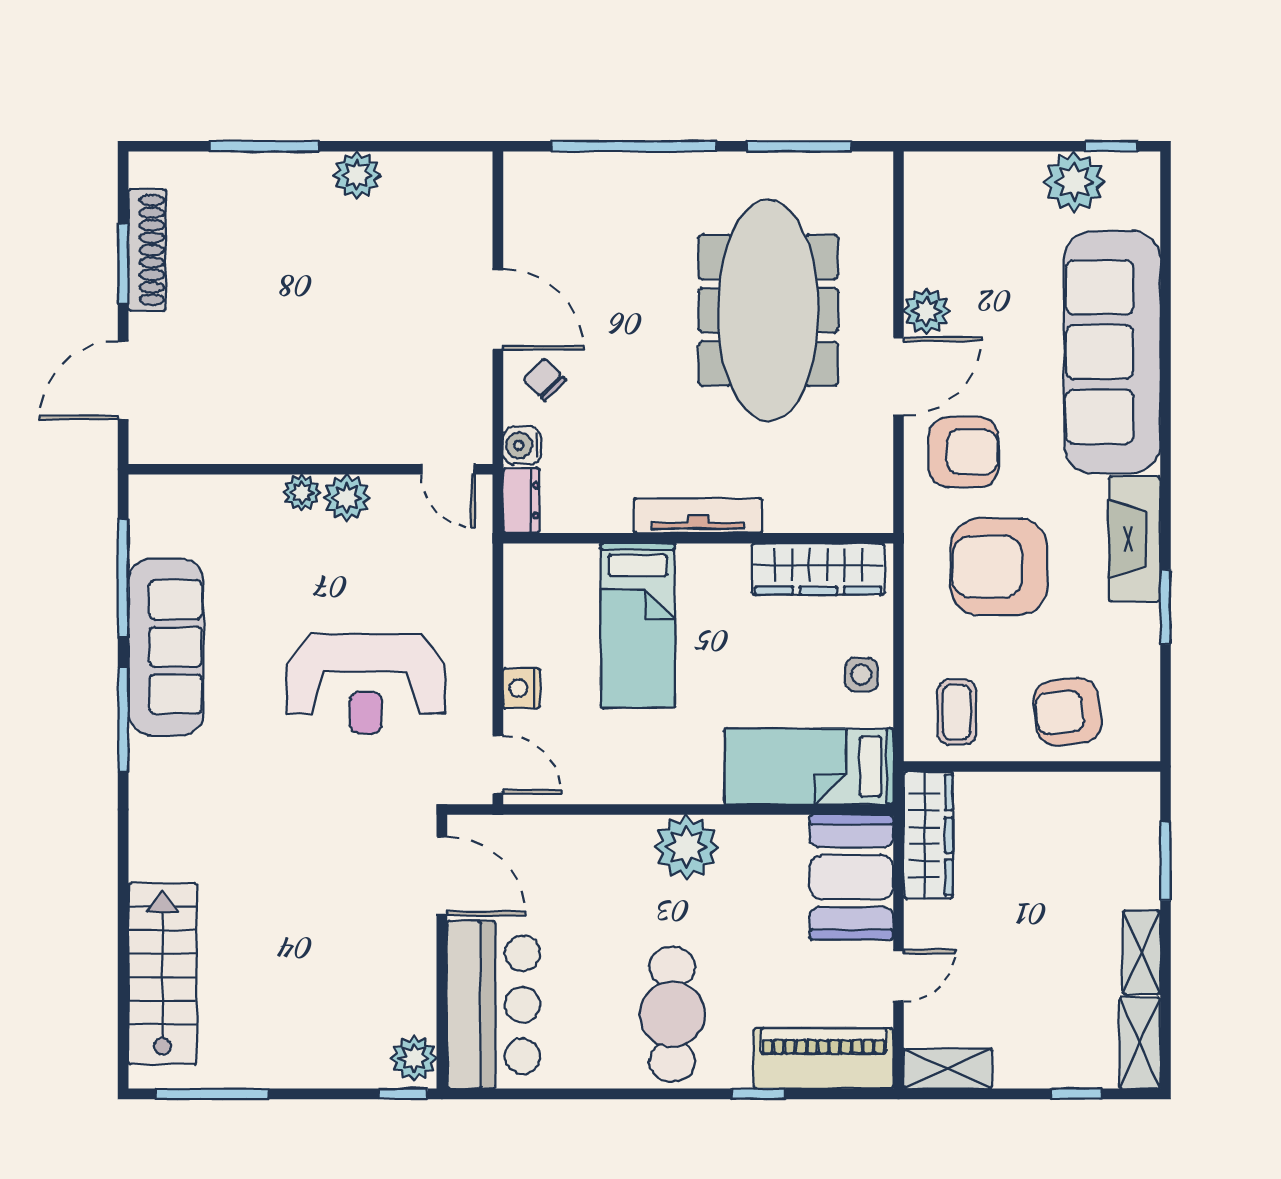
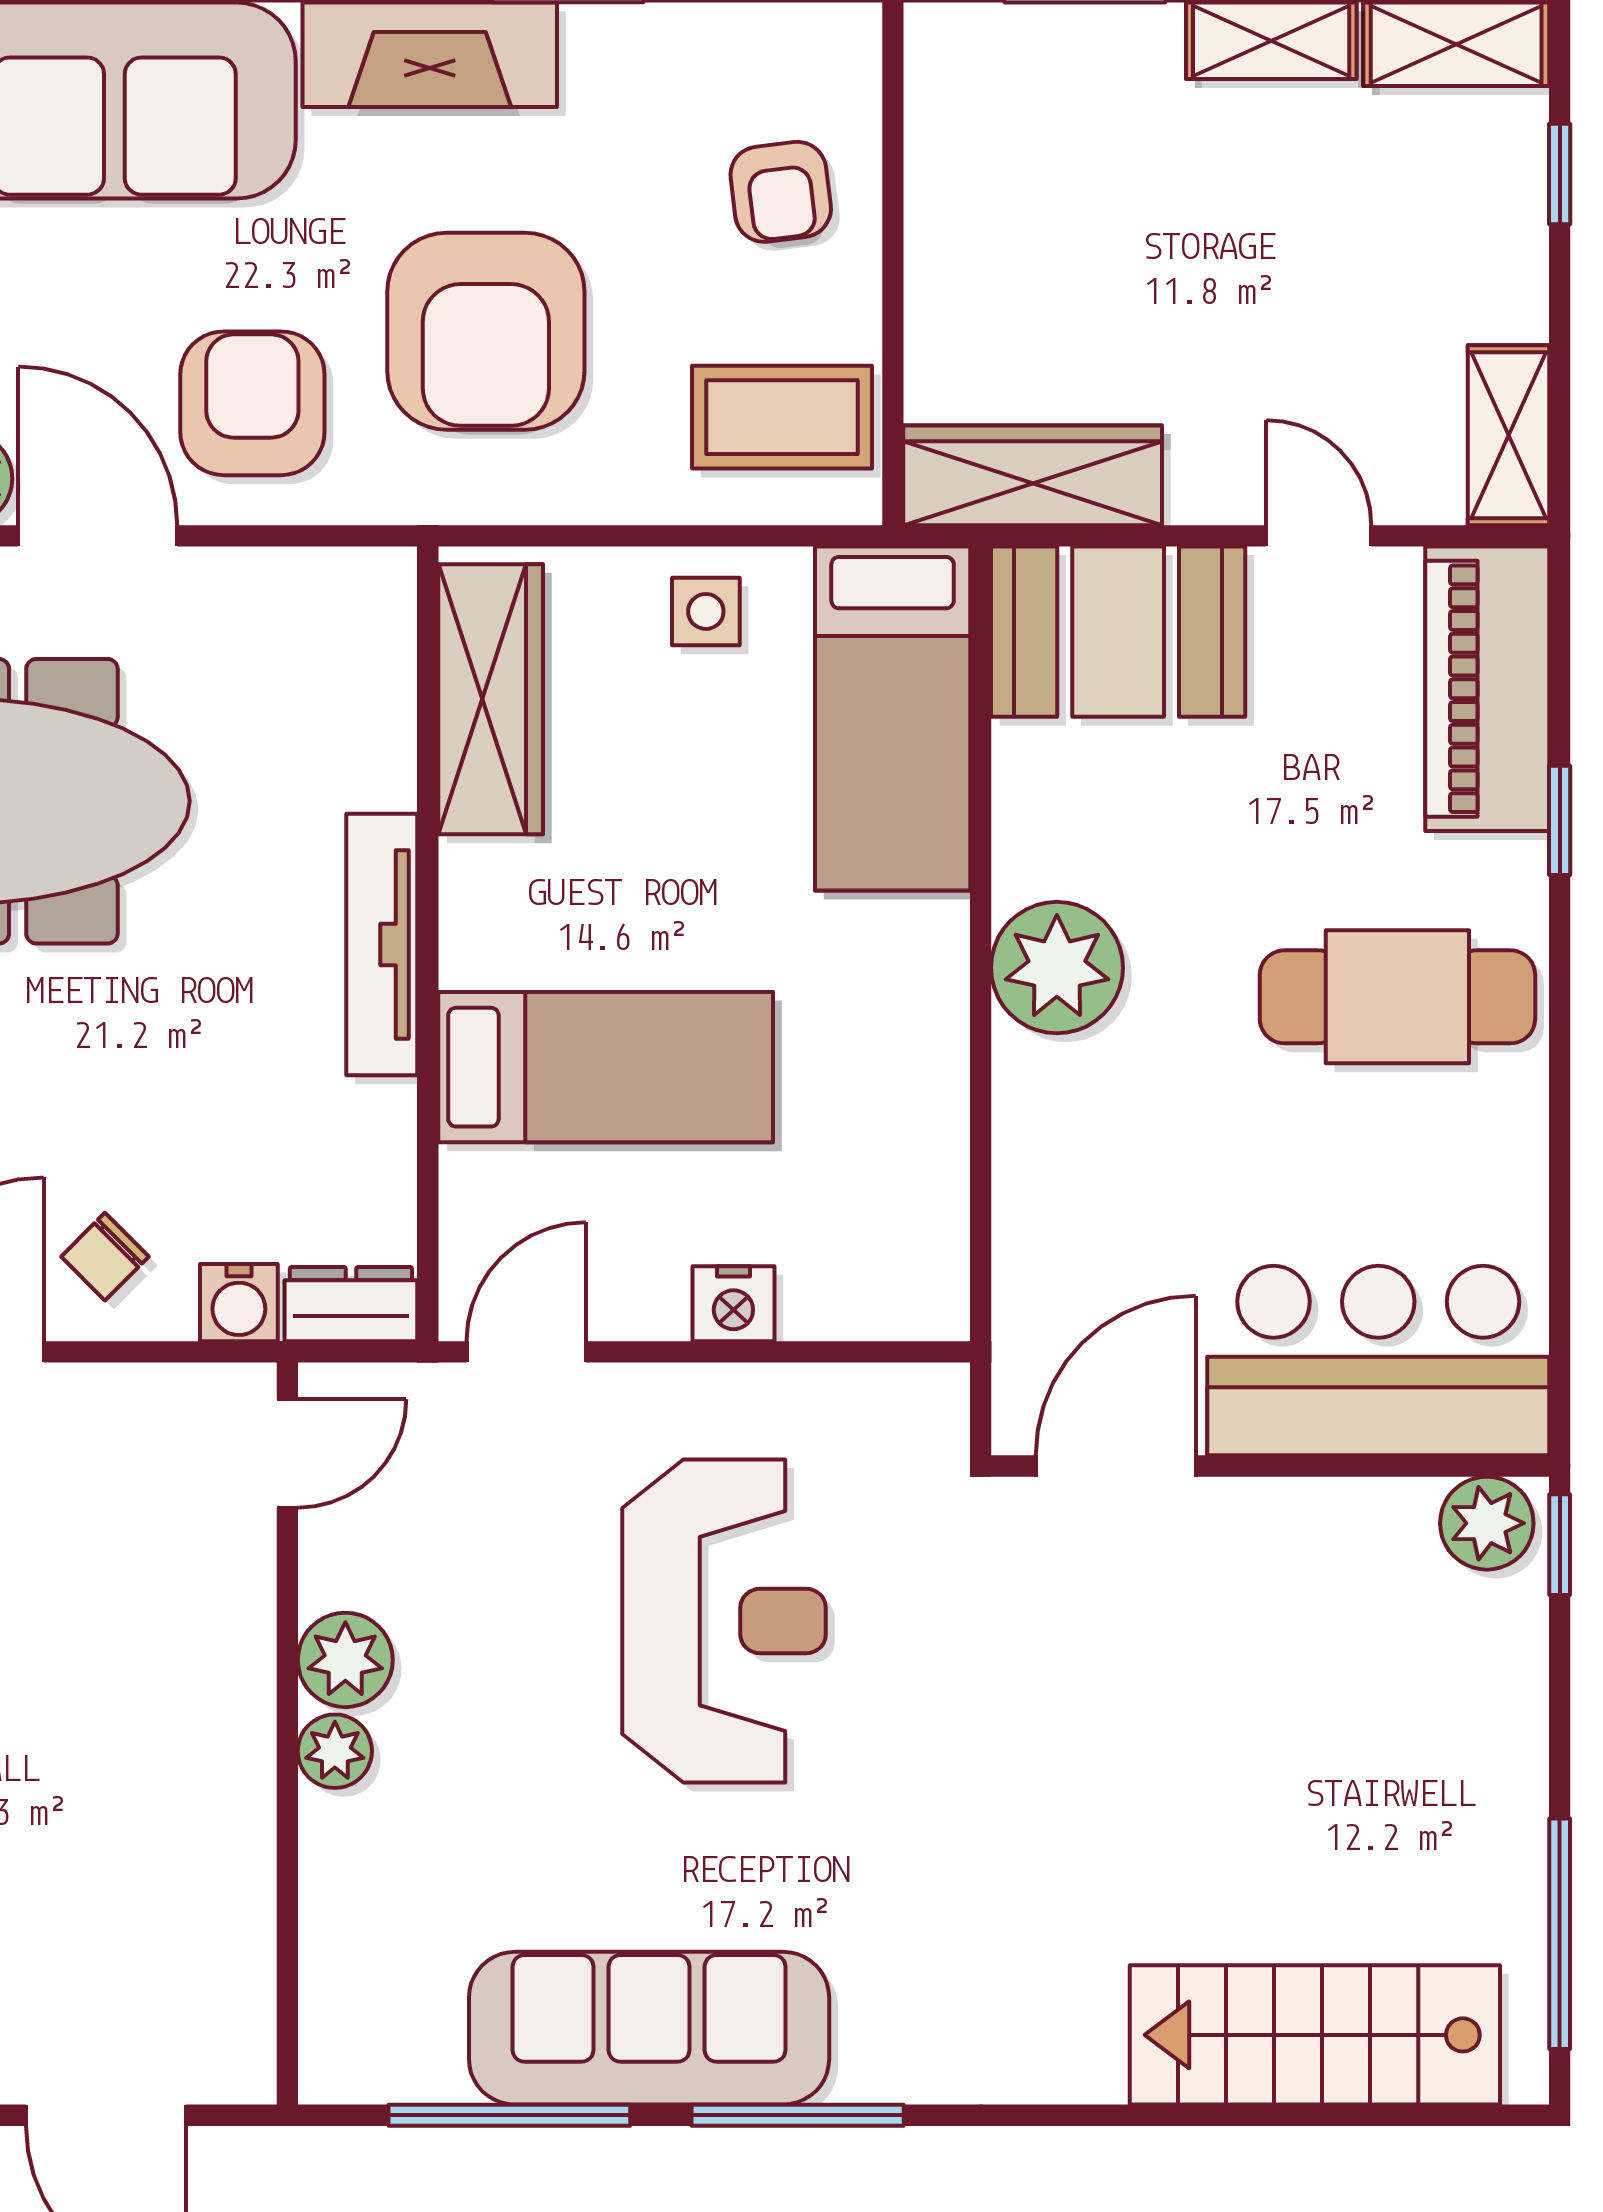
armchair: (1067, 711) -> (781, 192), width x0.72, depth x0.72
coffee table: (957, 712) -> (782, 417), width x1.36, depth x1.30
door: (498, 764) -> (526, 1352), moved

